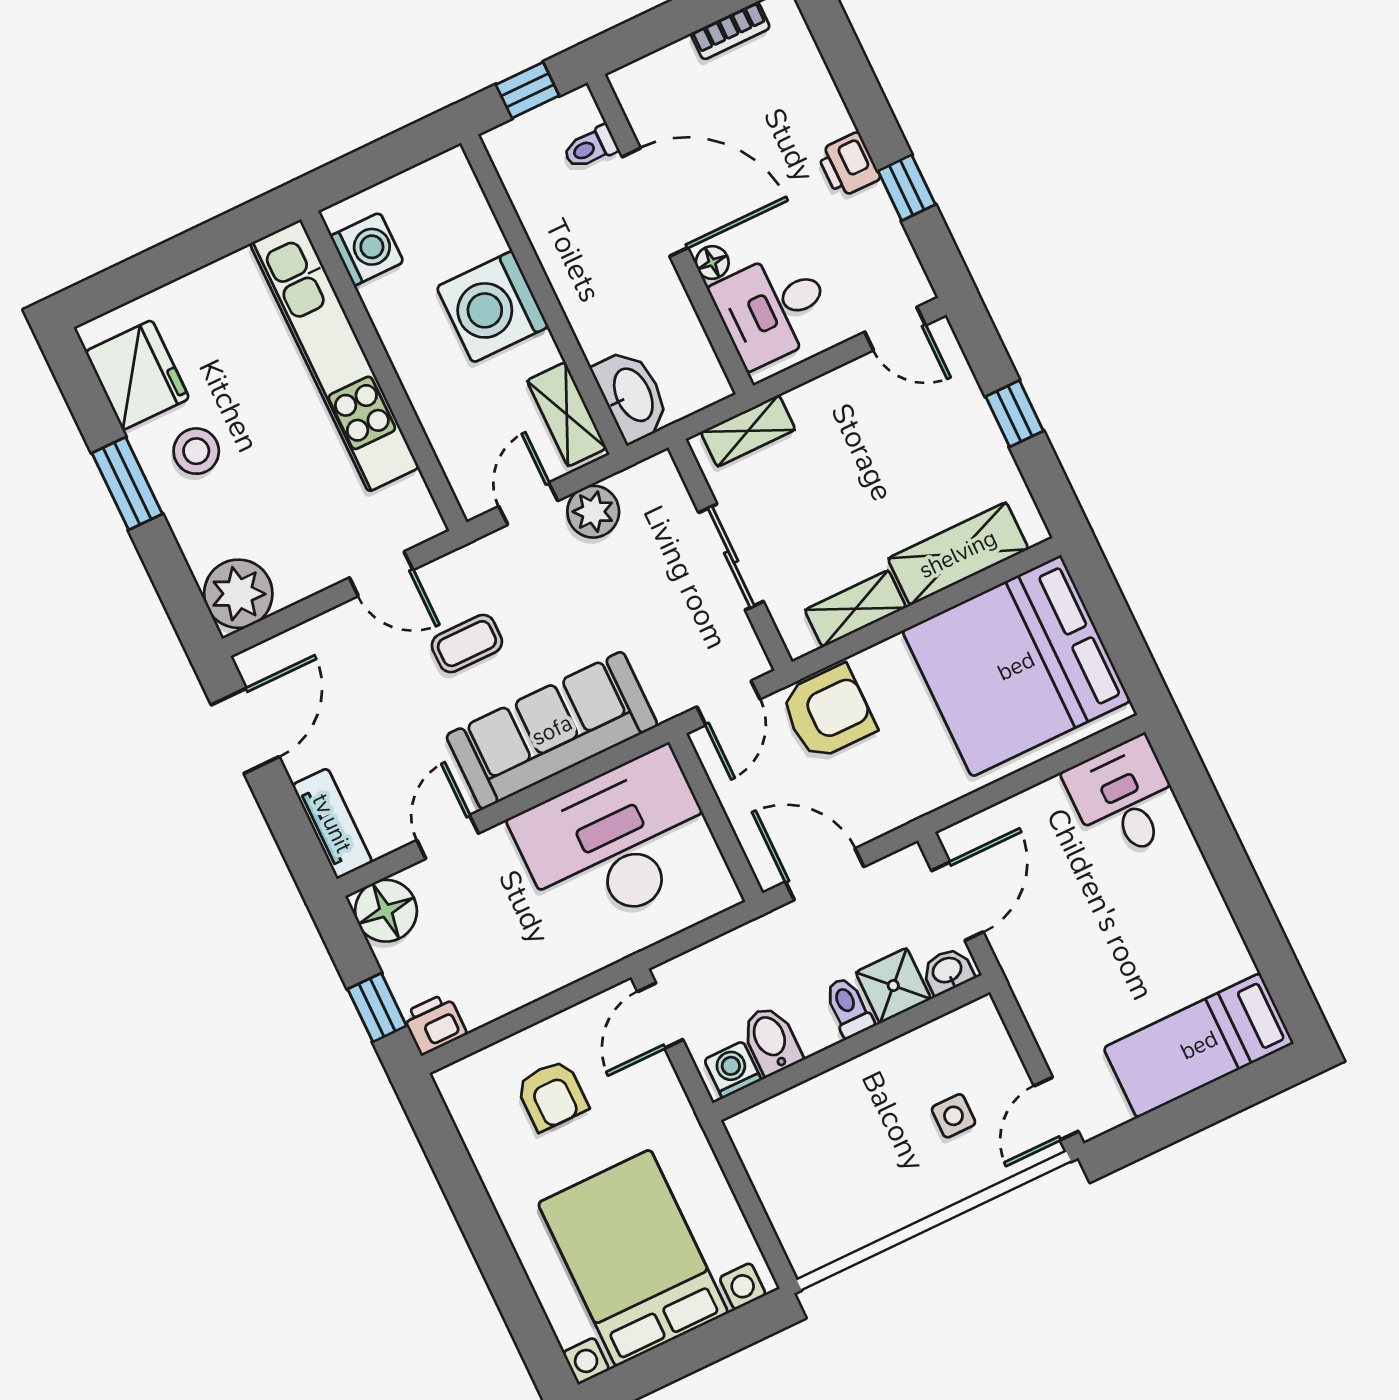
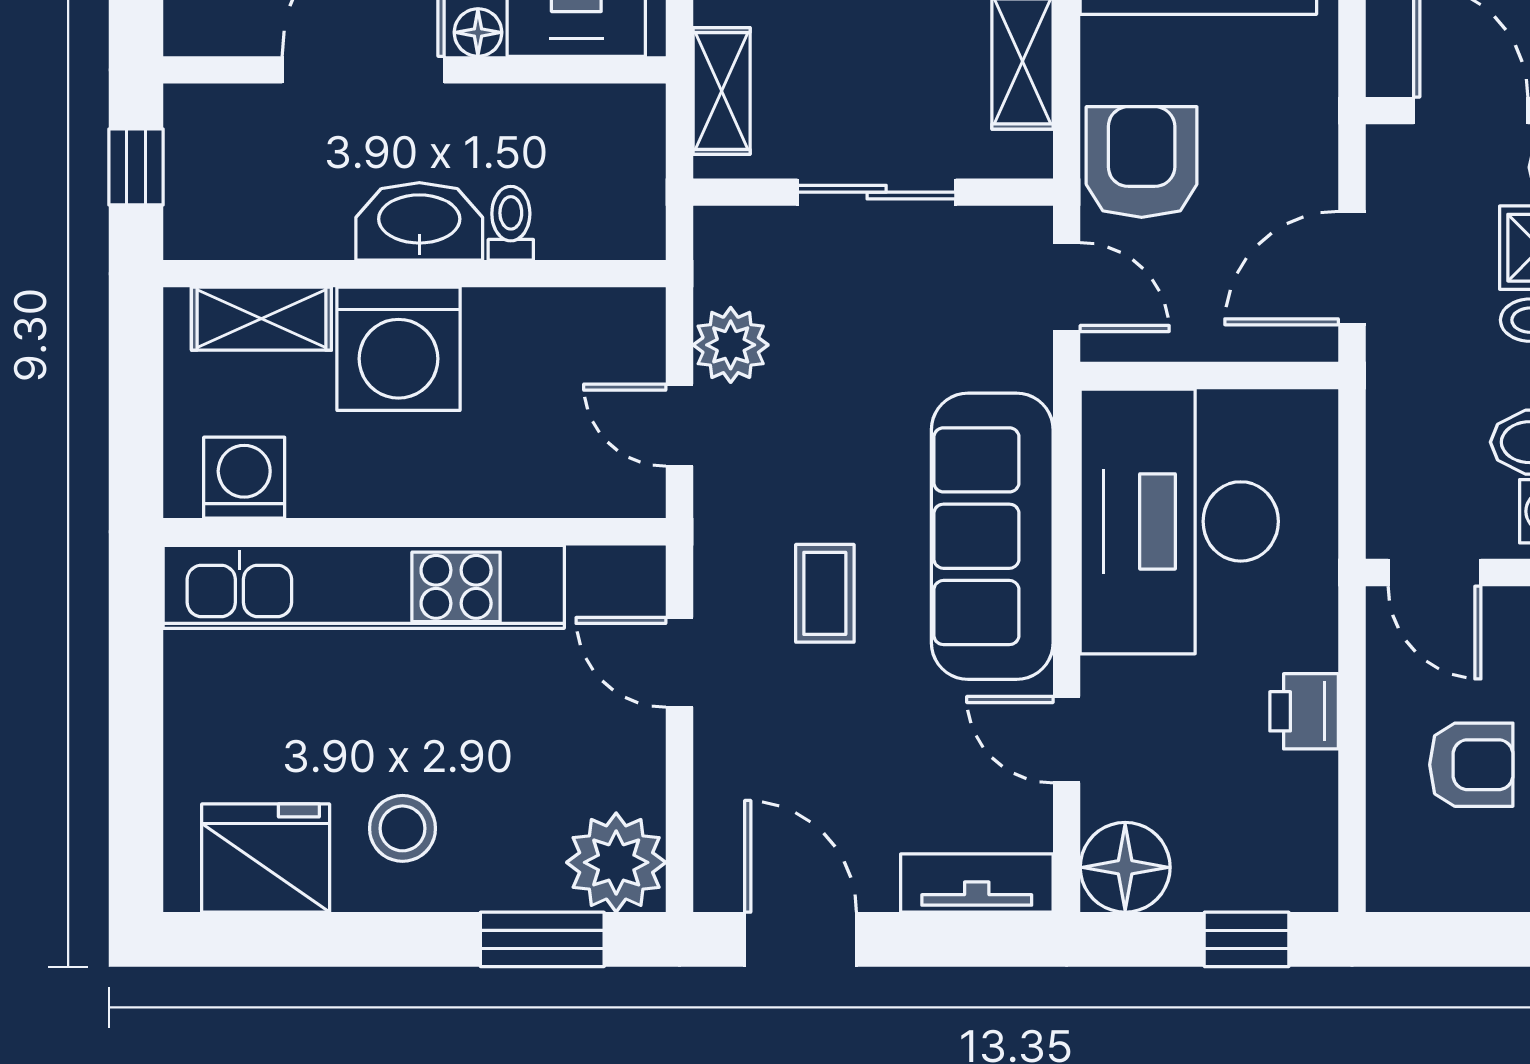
toilet: (590, 147) -> (511, 223), moved, turned 180
washbasin: (632, 395) -> (419, 221), moved
shelving: (567, 414) -> (261, 319), moved
window: (127, 483) -> (542, 939), moved
door: (381, 574) -> (679, 662), swing flipped
printer: (434, 1024) -> (1304, 711), moved

